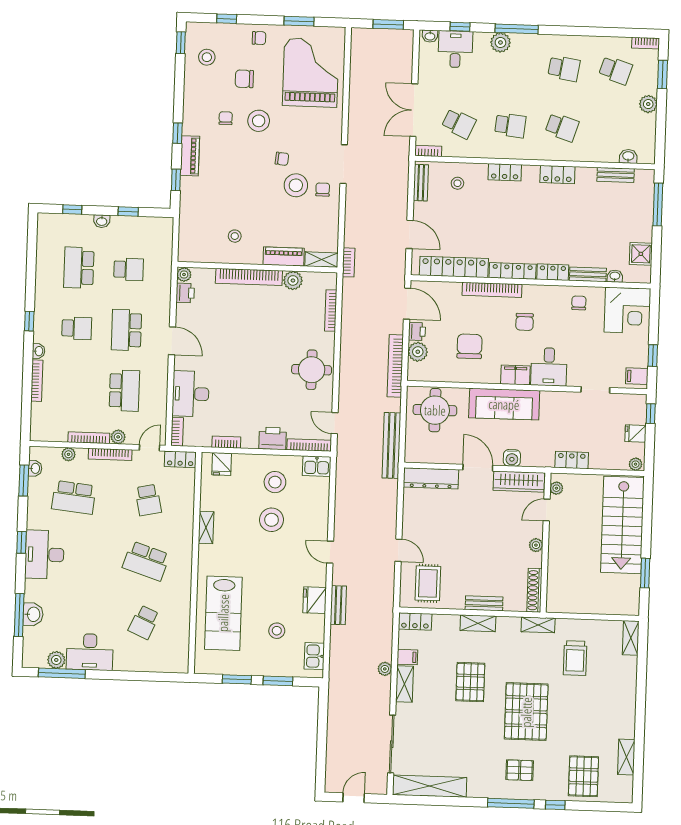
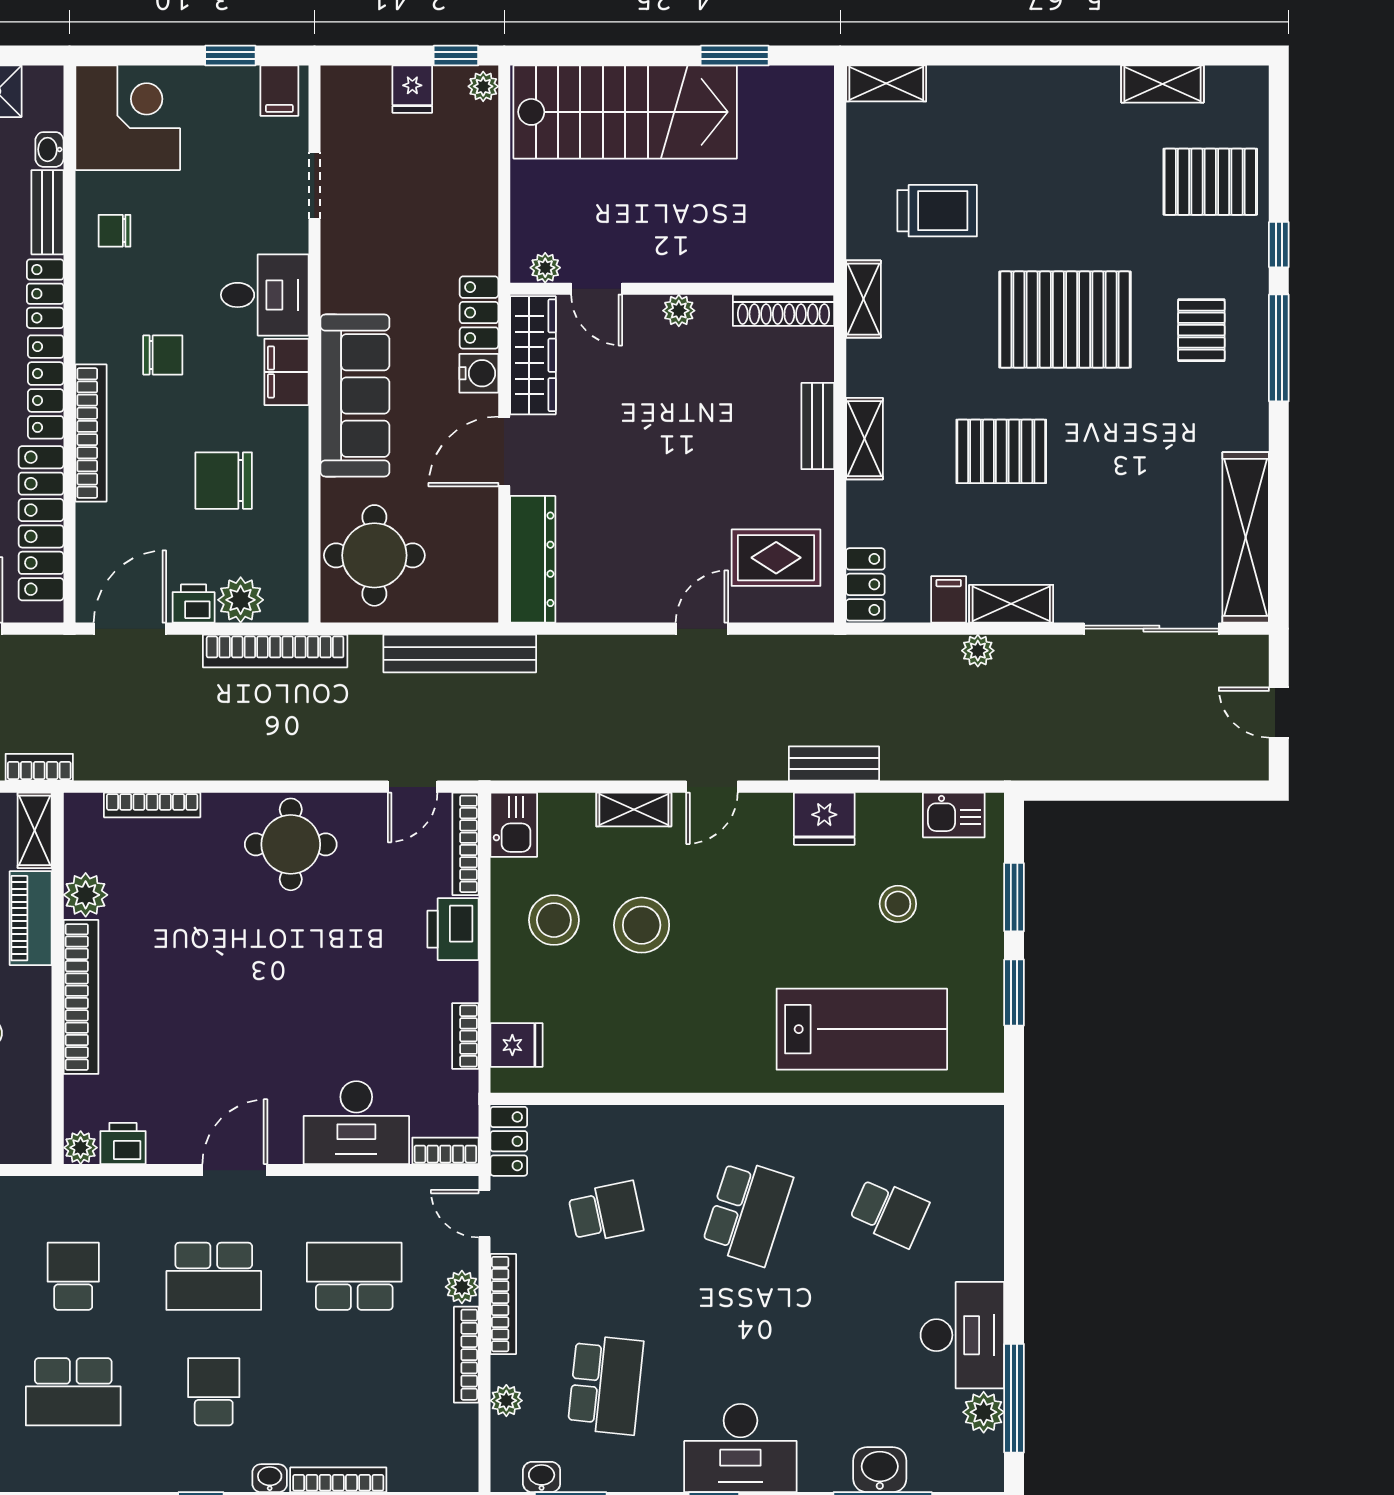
window: (651, 414) -> (456, 56), moved
locker: (572, 460) -> (479, 313), moved
shelving: (206, 527) -> (634, 809), moved

